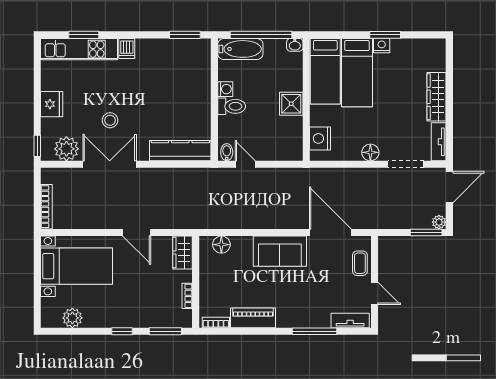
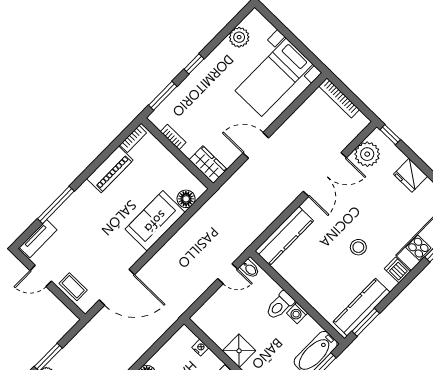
kitchen counter: (177, 48) -> (361, 307), added
stool: (110, 120) -> (358, 247), moved
nightstand: (320, 138) -> (200, 348), width x0.53, depth x0.56
sofa: (280, 251) -> (155, 221), moved

